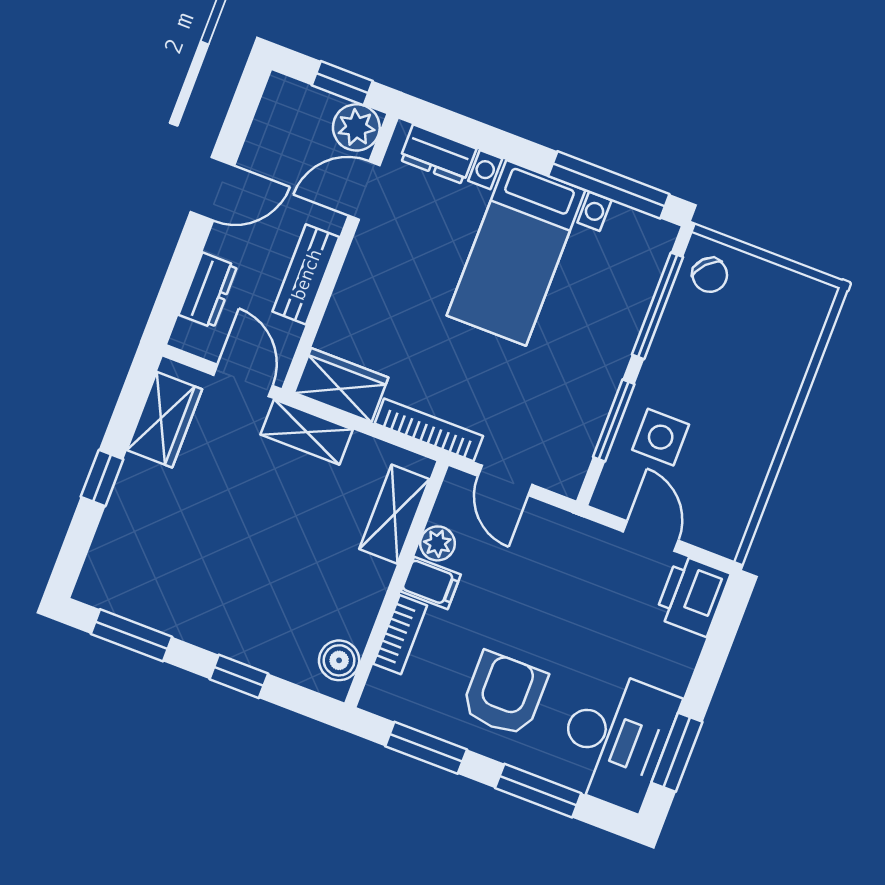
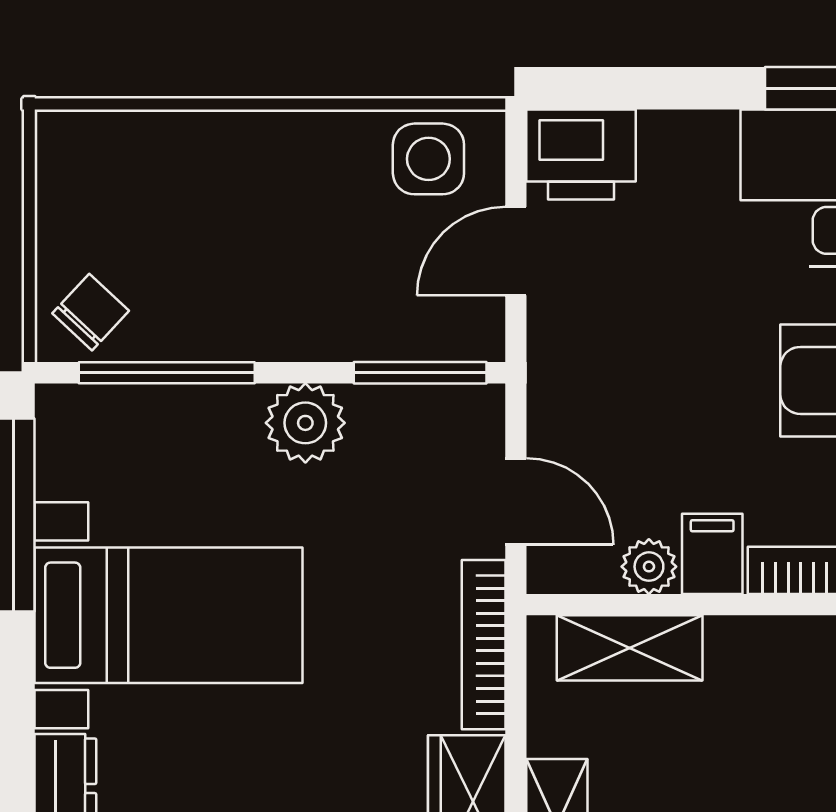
plant: (598, 375) -> (305, 423), added
window: (614, 420) -> (420, 373), moved
side table: (661, 437) -> (428, 159), moved
door: (505, 480) -> (516, 501), hinge flipped

